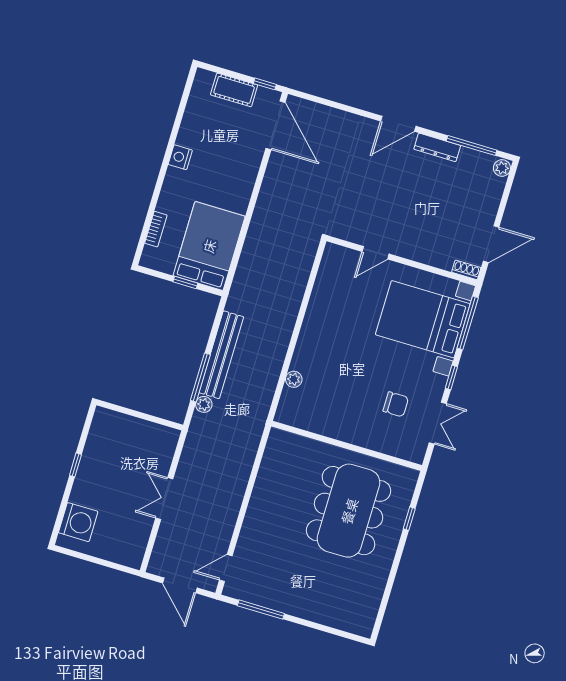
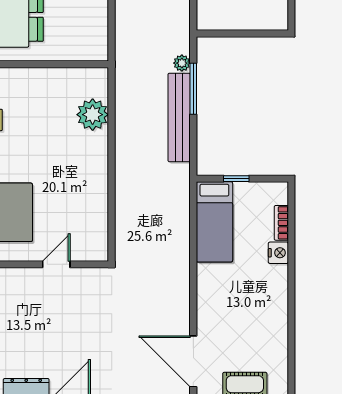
nightstand: (180, 157) -> (278, 253), moved
bed: (209, 246) -> (214, 222), width x0.67
plant: (294, 379) -> (93, 115), width x1.88, depth x1.88

